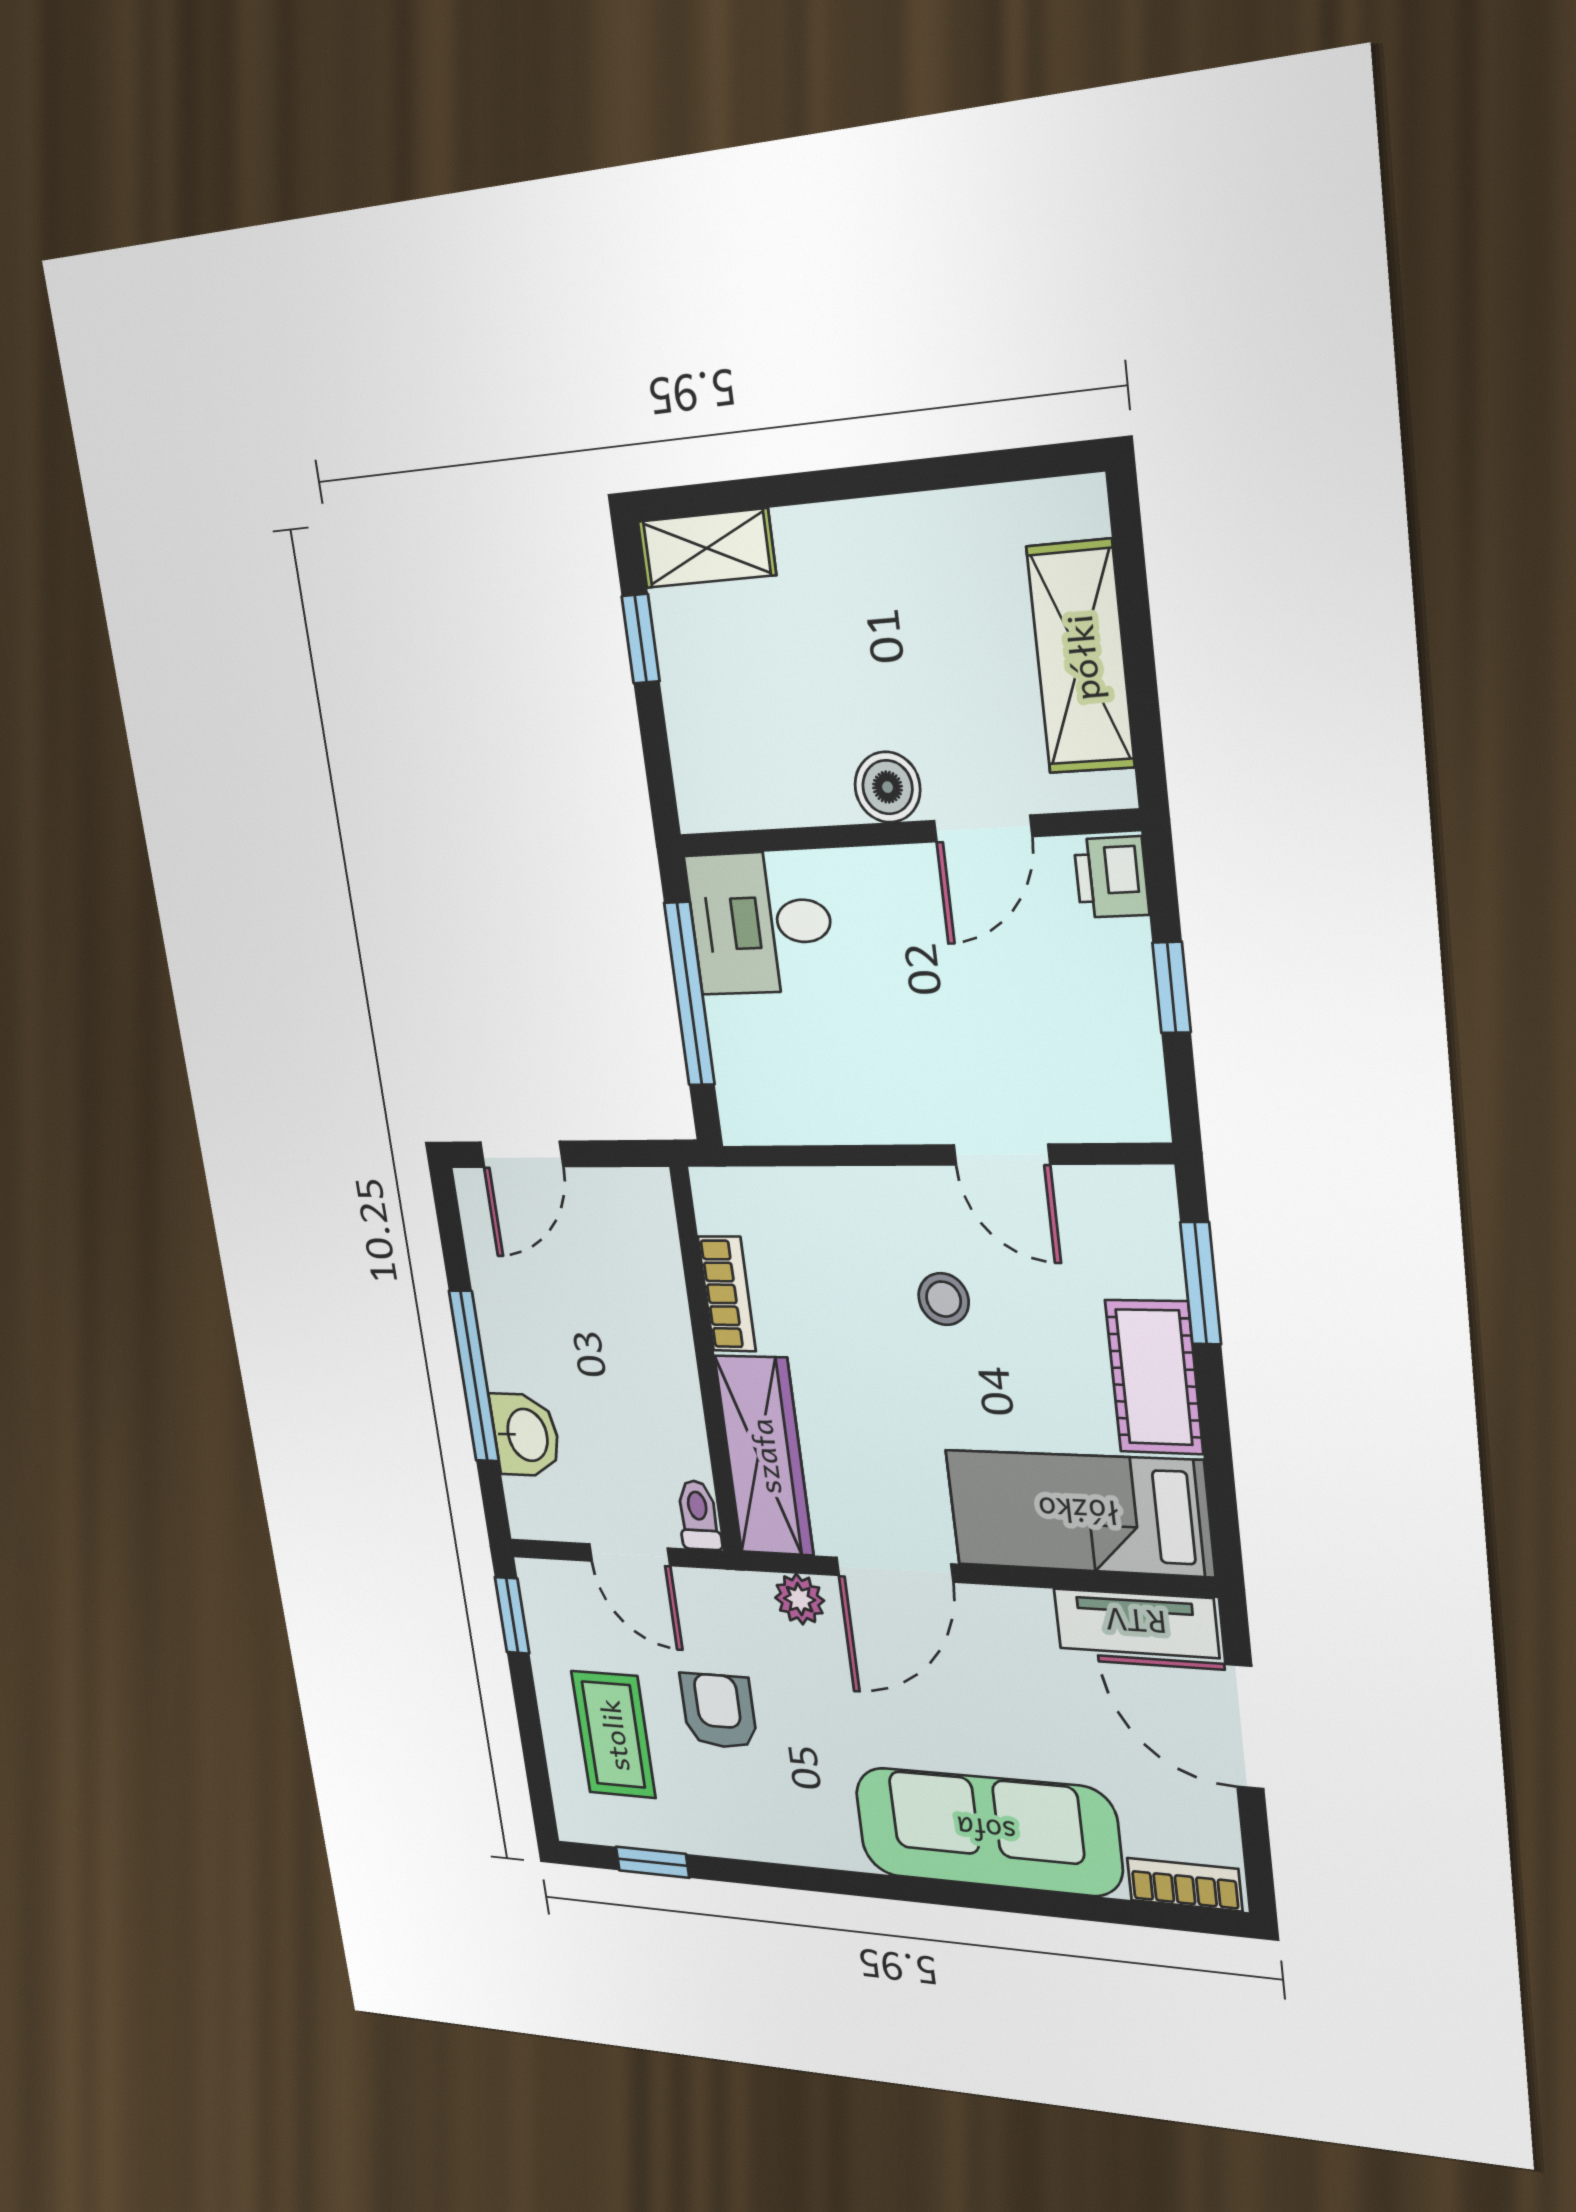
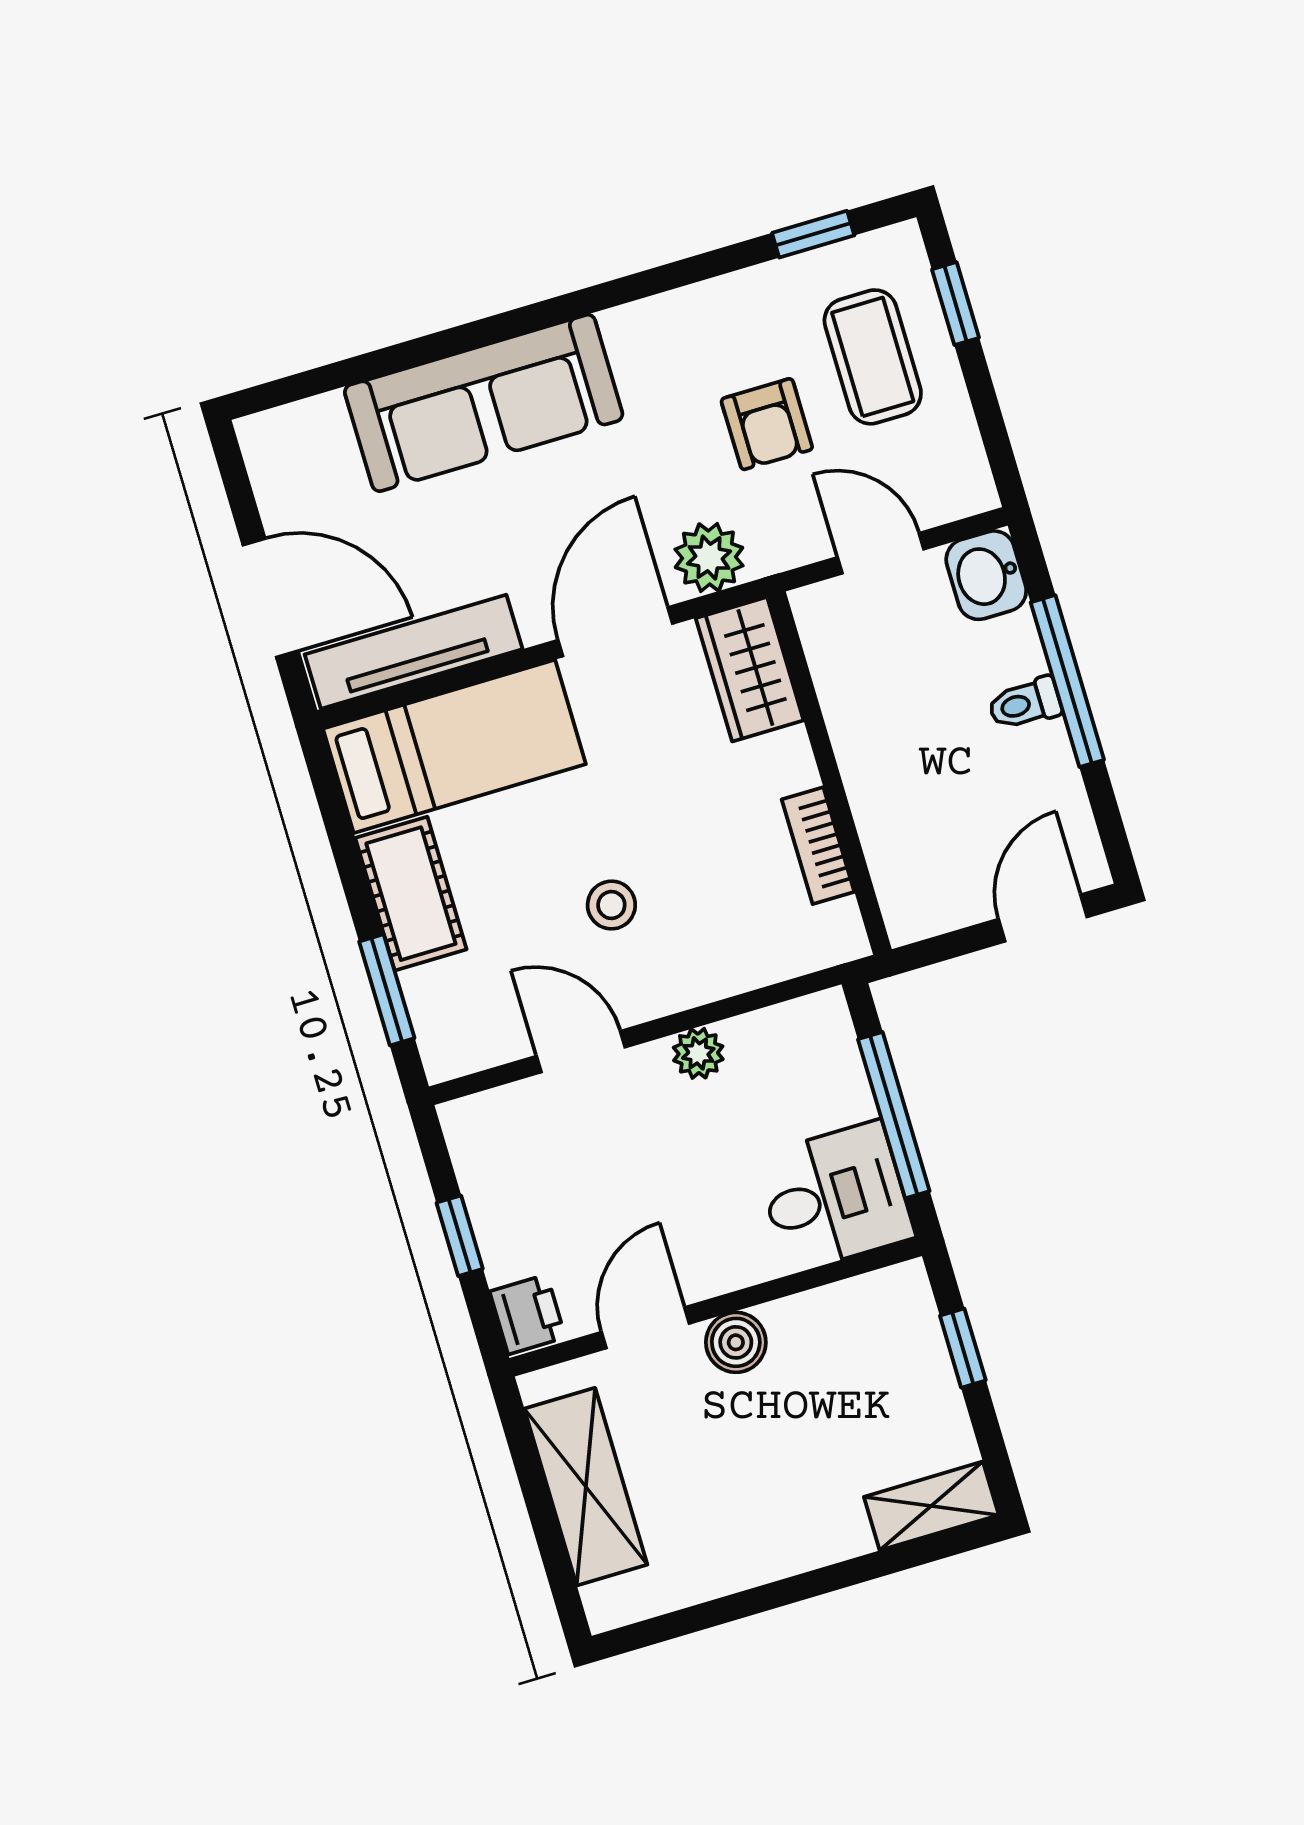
window: (641, 639) -> (963, 1348), moved
plant: (879, 1117) -> (698, 1053), added
washbasin: (526, 1435) -> (986, 575), moved
wardrobe: (764, 1456) -> (750, 669), width x0.67
toilet: (699, 1515) -> (1025, 704), moved, turned 90
plant: (800, 1599) -> (709, 558), width x1.38, depth x1.38
window: (512, 1615) -> (956, 304), moved
tv unit: (1136, 1623) -> (414, 652), width x1.41
bookcase: (1185, 1885) -> (294, 424), removed

